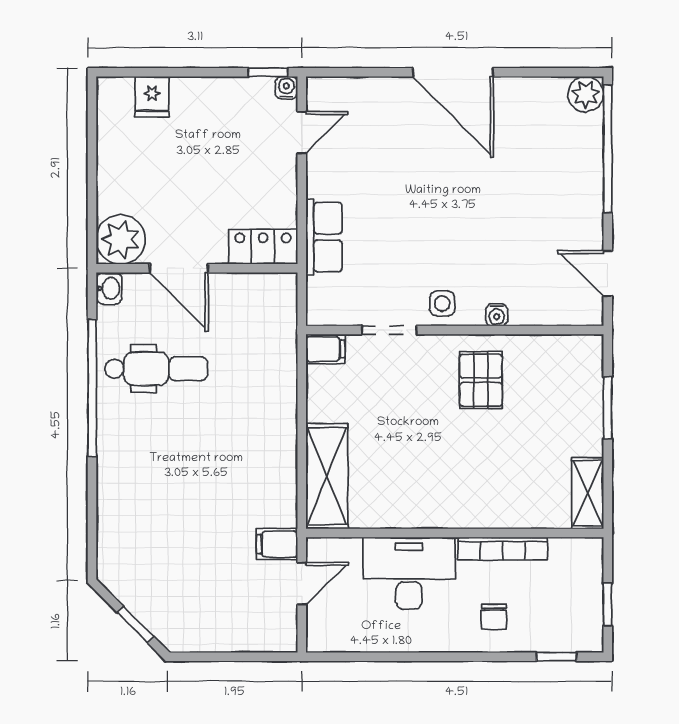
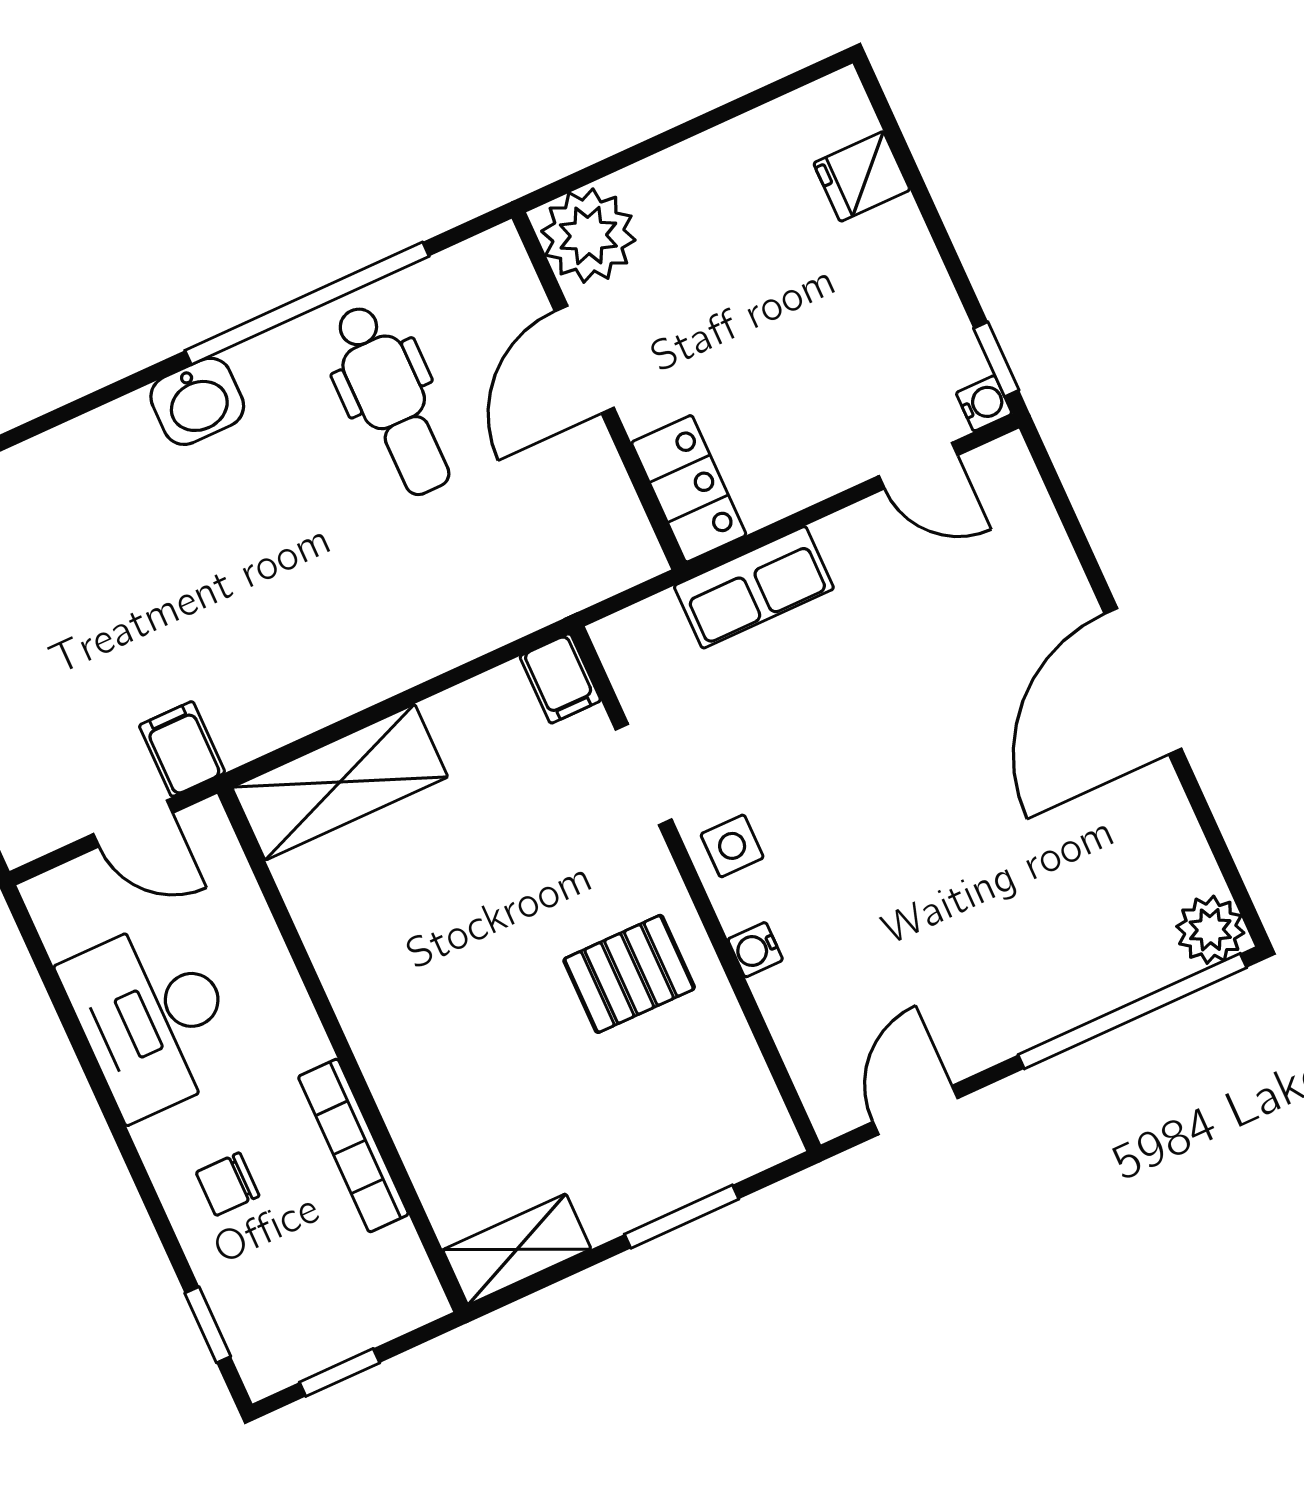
washbasin: (109, 288) -> (197, 401), moved, width x1.38, depth x1.45
desk: (409, 573) -> (153, 1018), moved, turned 180

